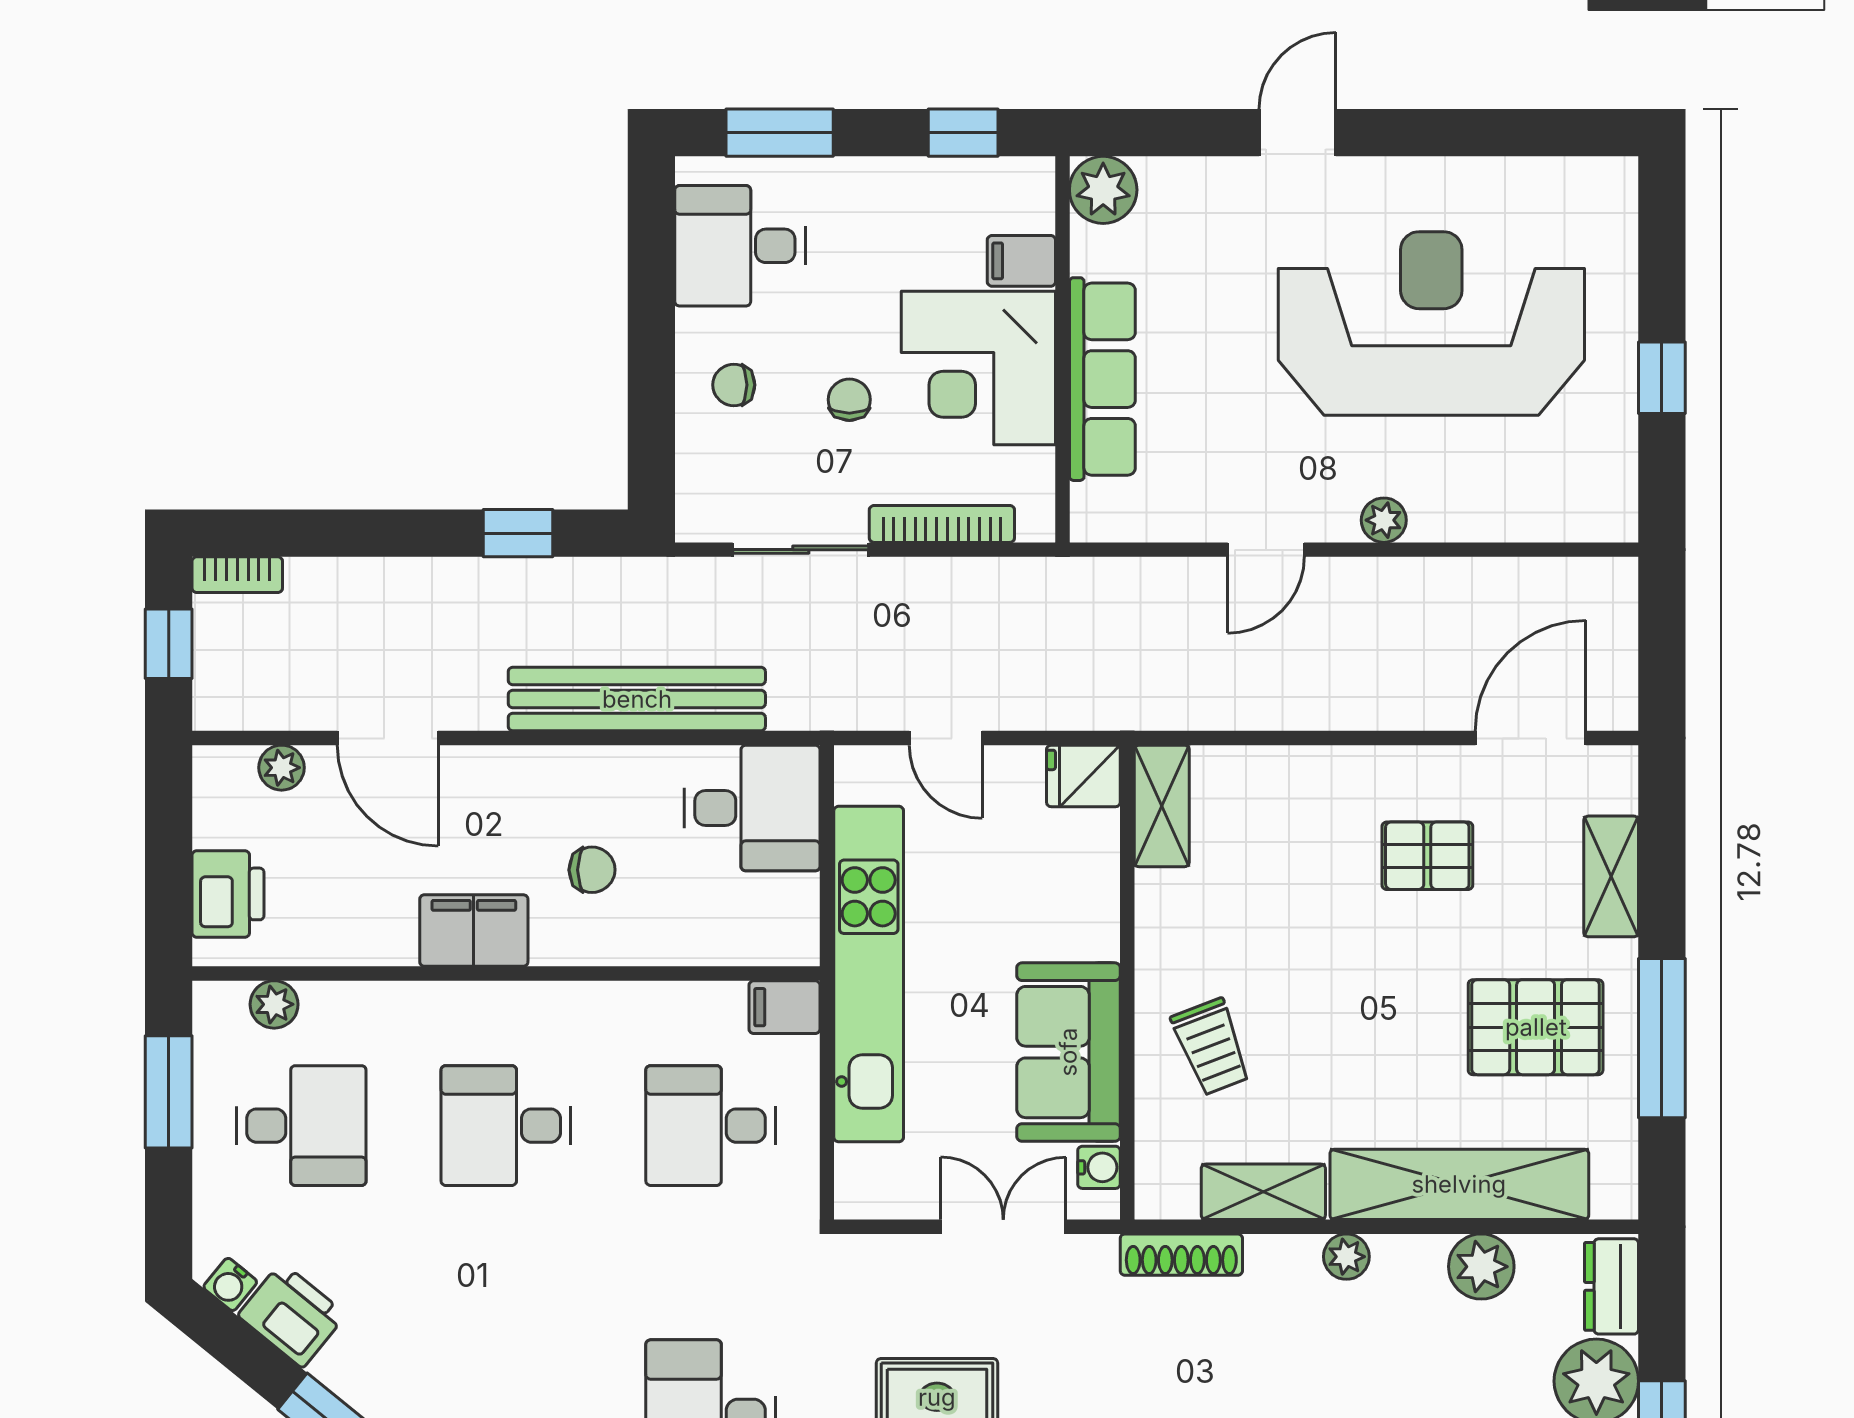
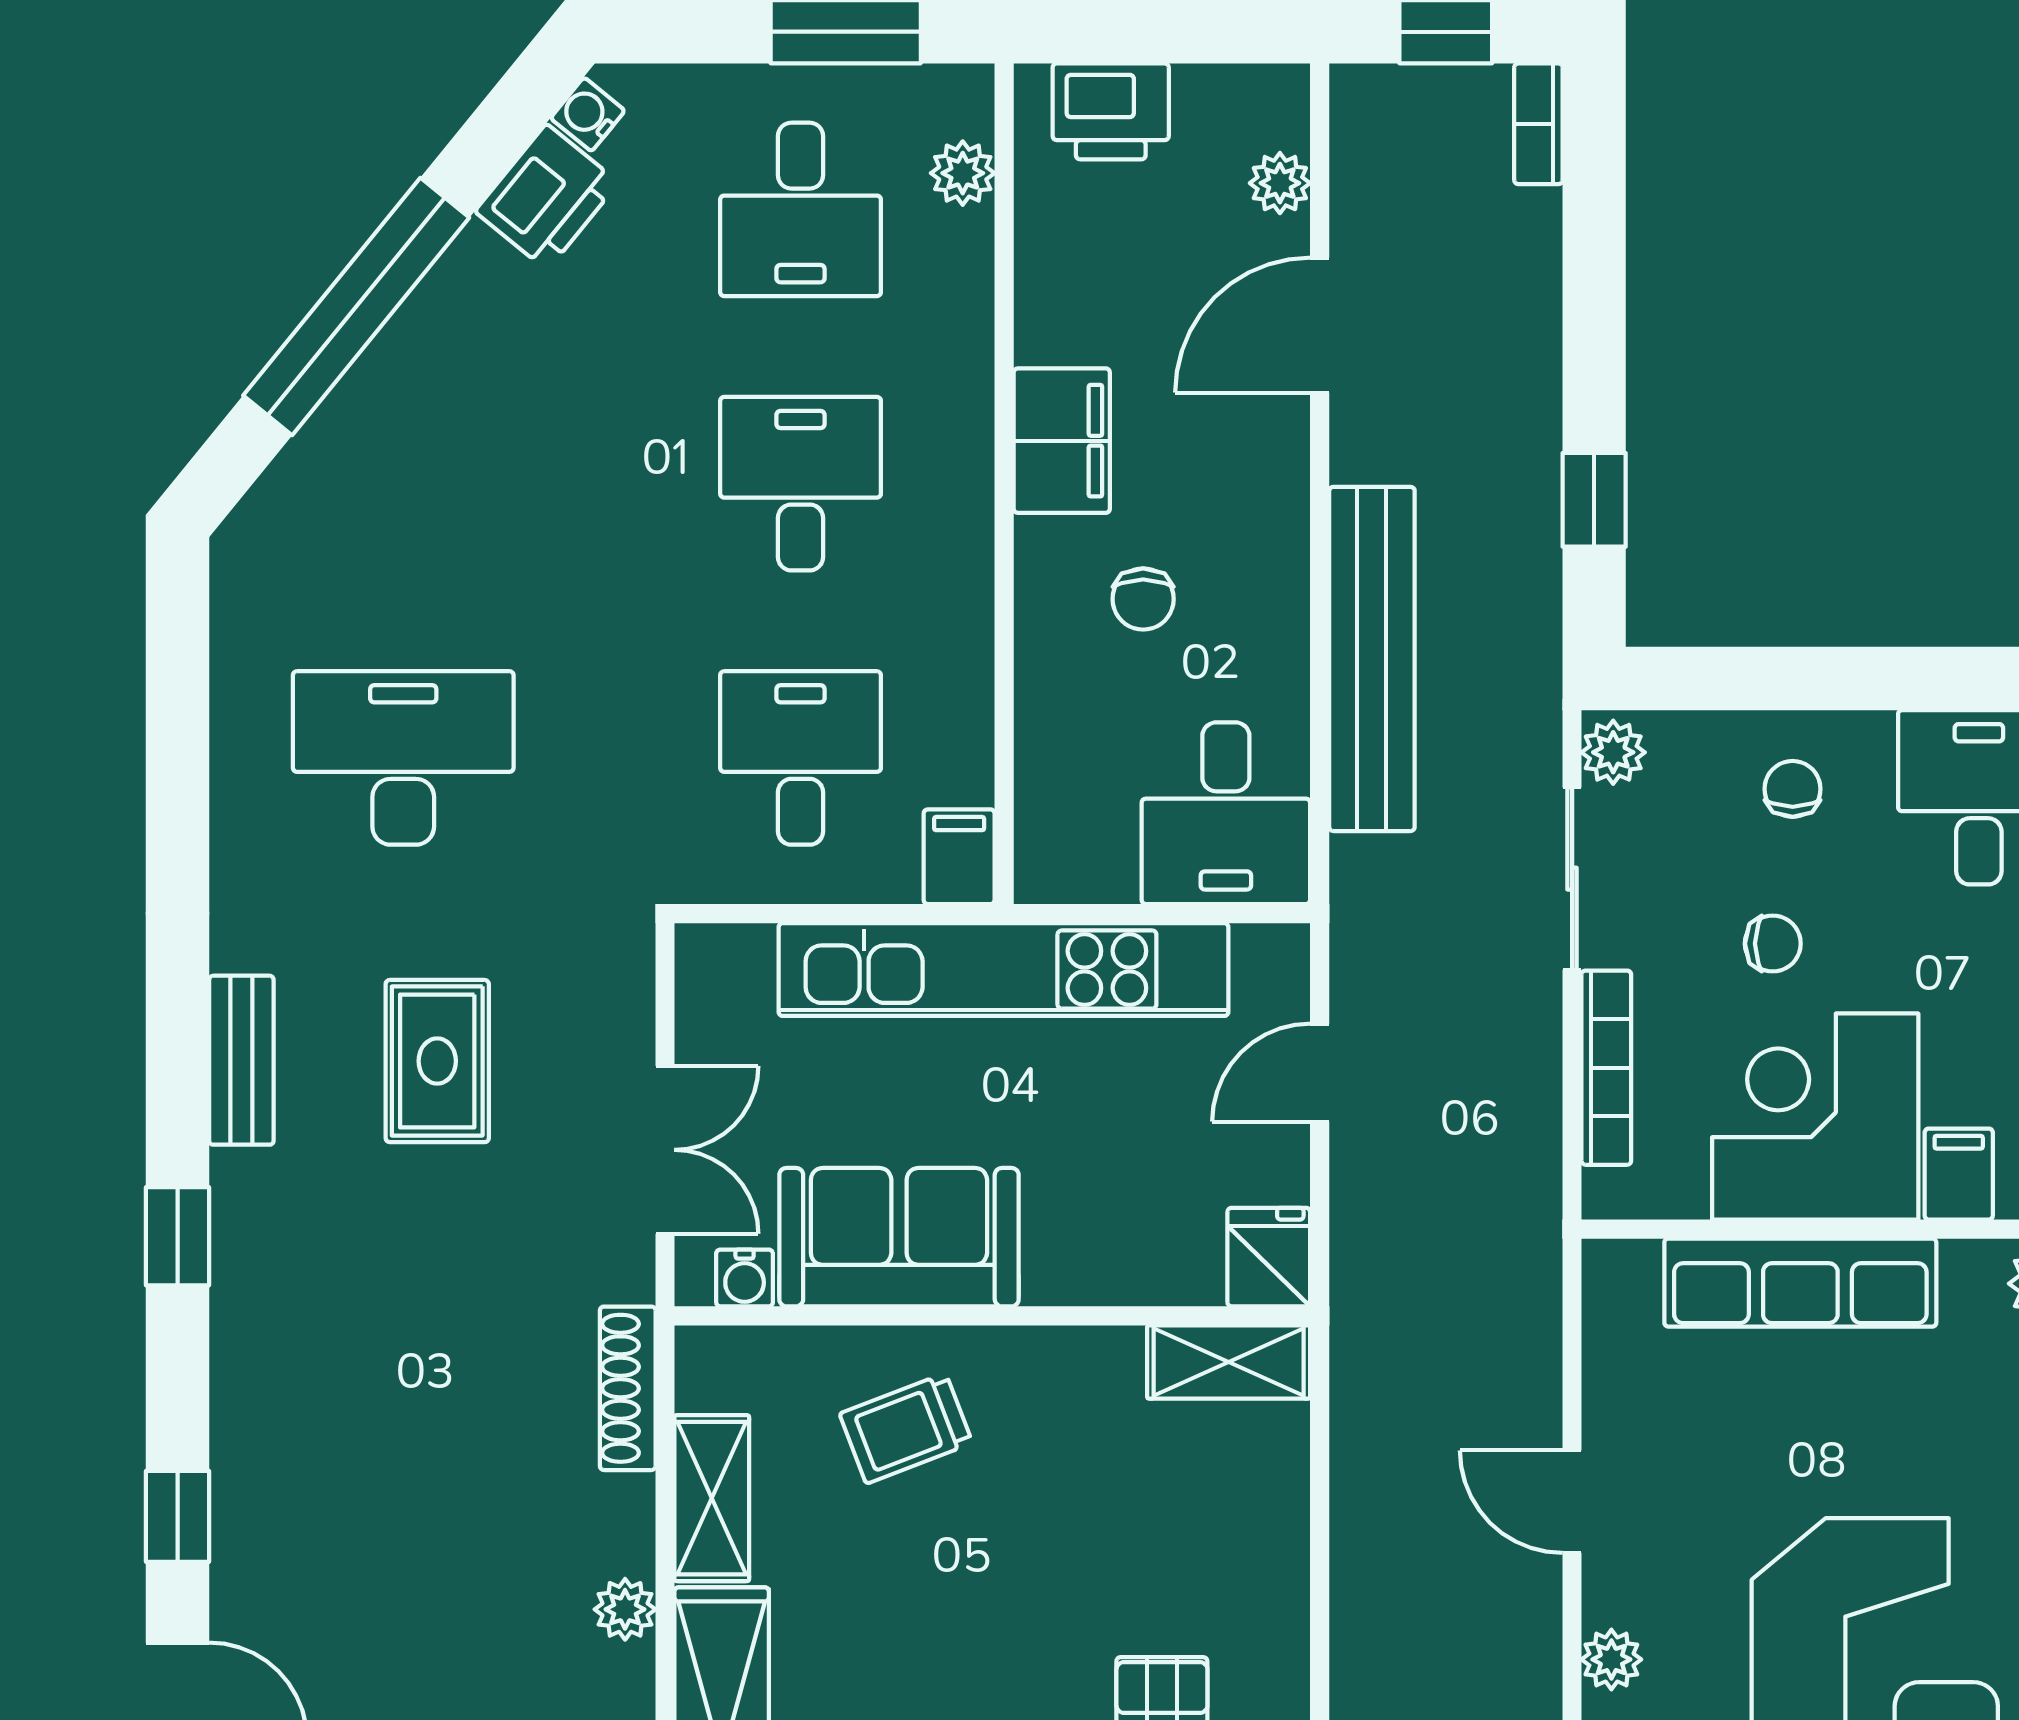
plant: (706, 519) -> (1613, 752), added

